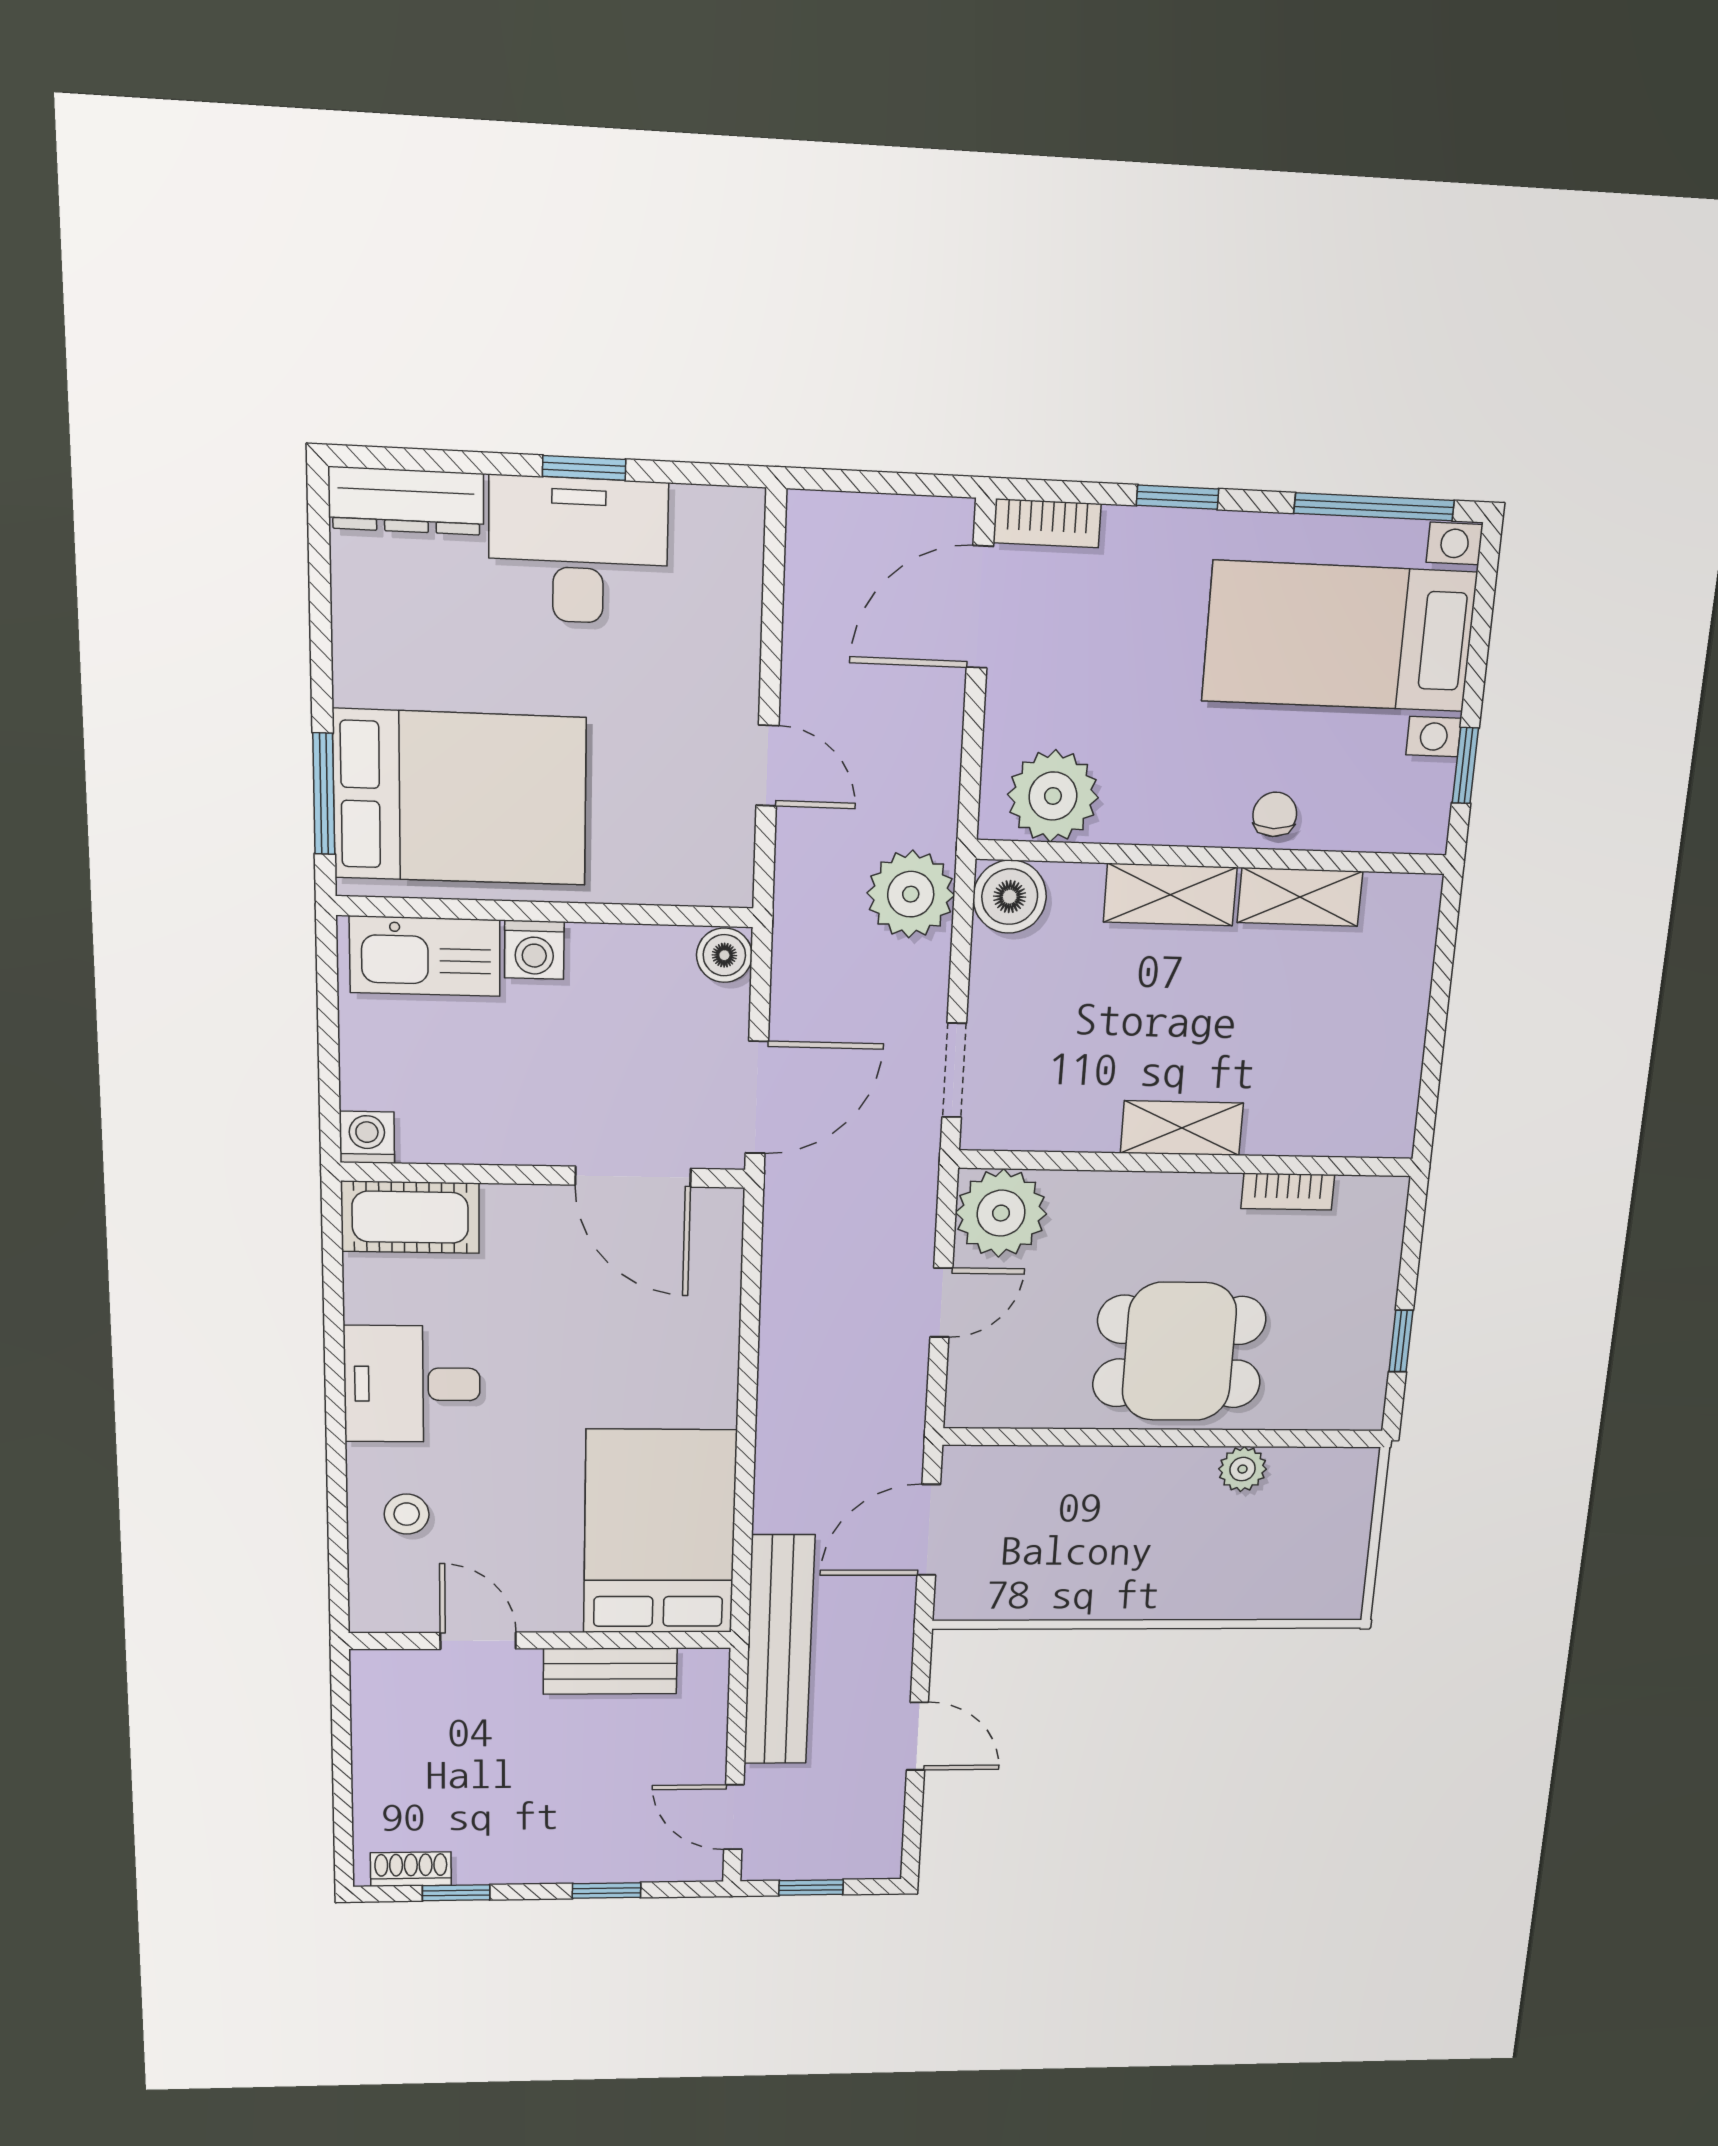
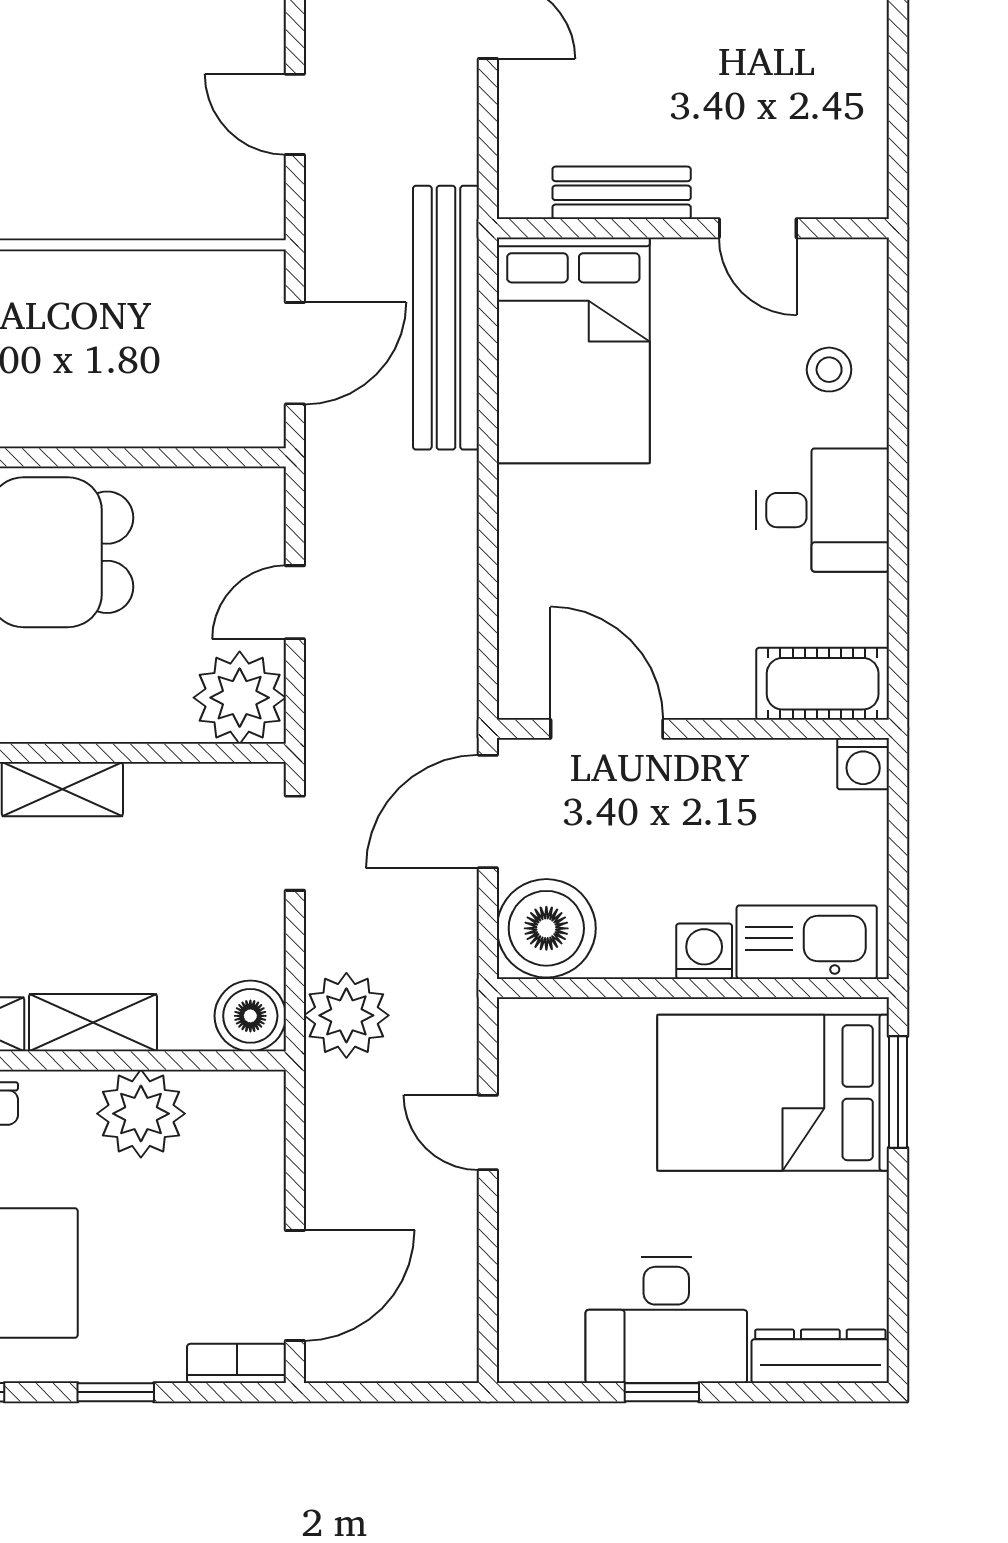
plant: (1053, 796) -> (141, 1114), moved
boiler: (724, 955) -> (546, 928), width x1.86, depth x1.86
bench: (779, 1650) -> (446, 318), moved

